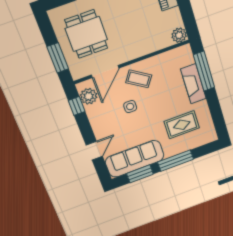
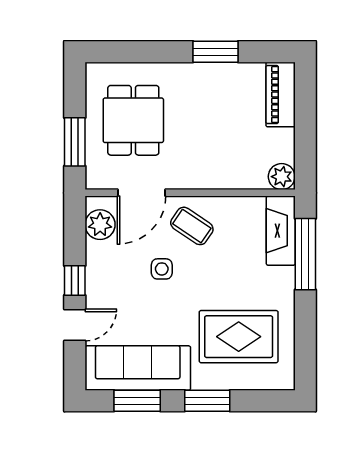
fireplace: (193, 84) -> (281, 231), moved
window: (77, 106) -> (75, 280), moved
rug: (182, 125) -> (239, 337), width x1.36, depth x1.43
window: (176, 161) -> (207, 401), width x0.69

